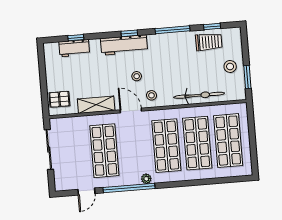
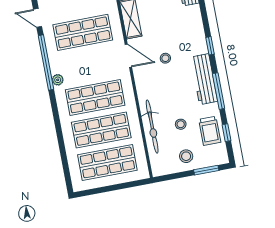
workbench: (124, 45) -> (204, 79), moved
window: (247, 77) -> (206, 170), moved
stool: (151, 95) -> (181, 124), moved
door: (131, 111) -> (128, 56), hinge flipped

